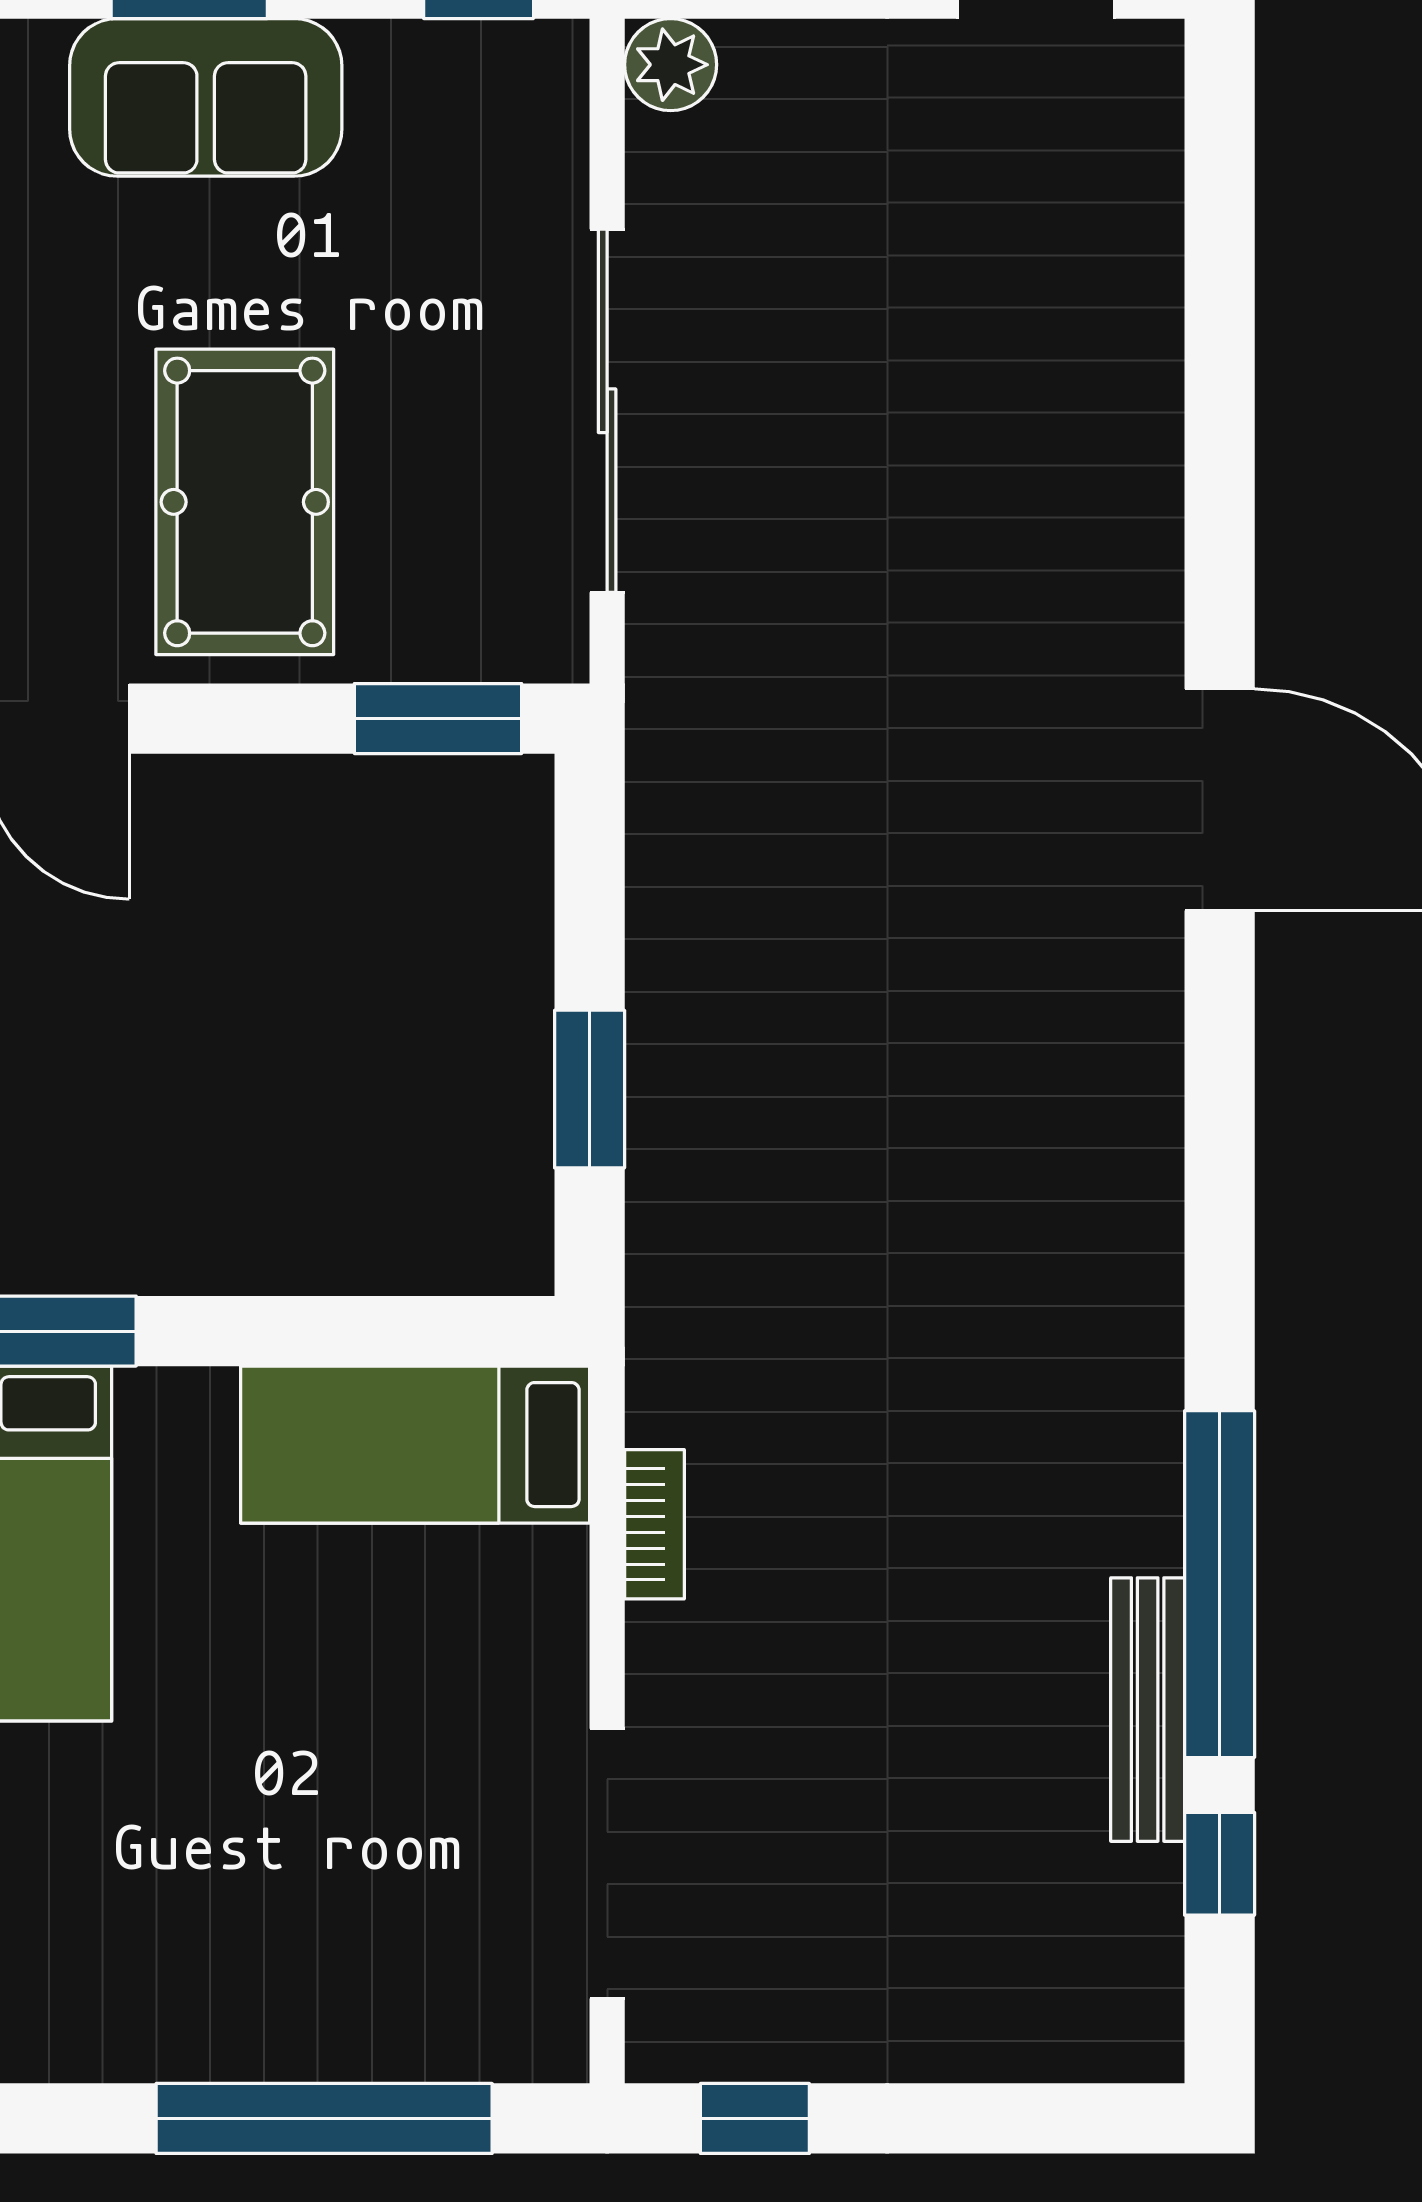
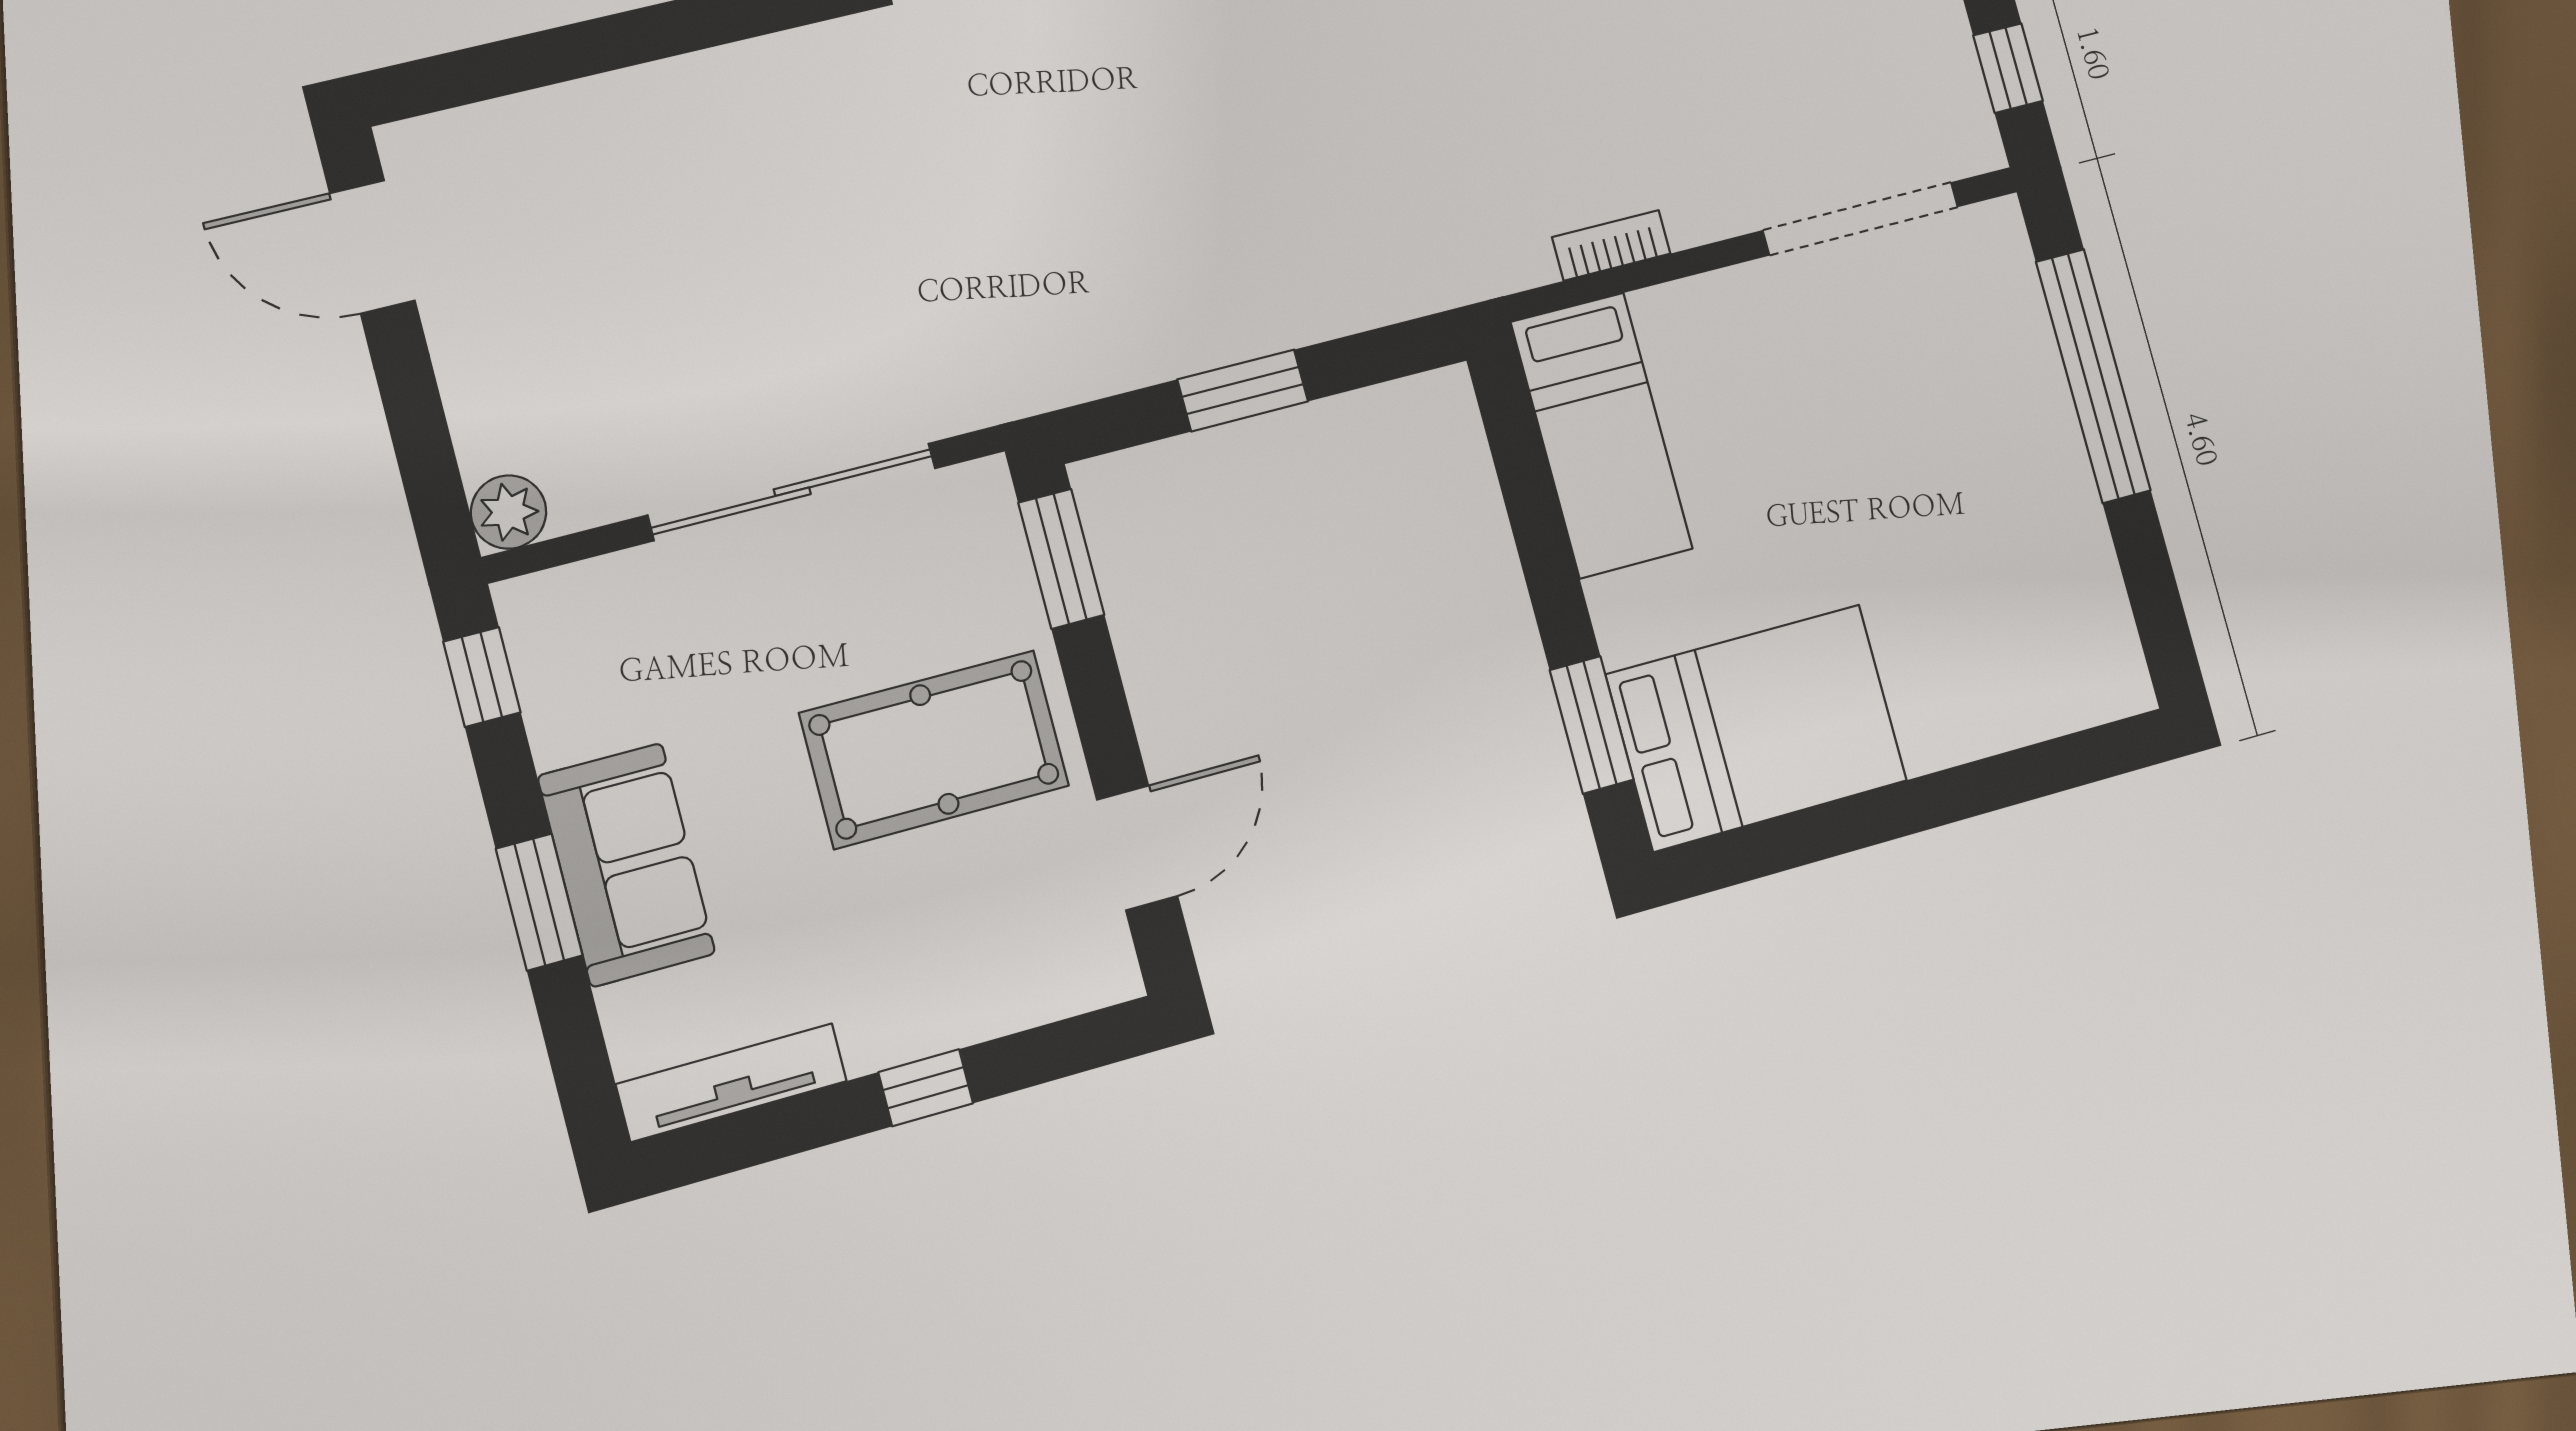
window: (590, 1089) -> (1243, 390), moved

